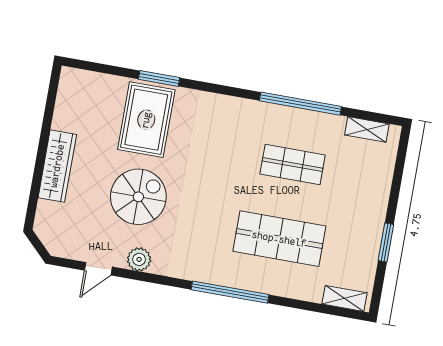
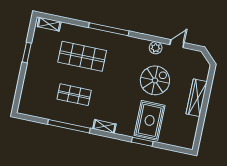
shelving: (367, 129) -> (104, 126), moved
spiral stairs: (138, 197) -> (155, 80), turned 180

